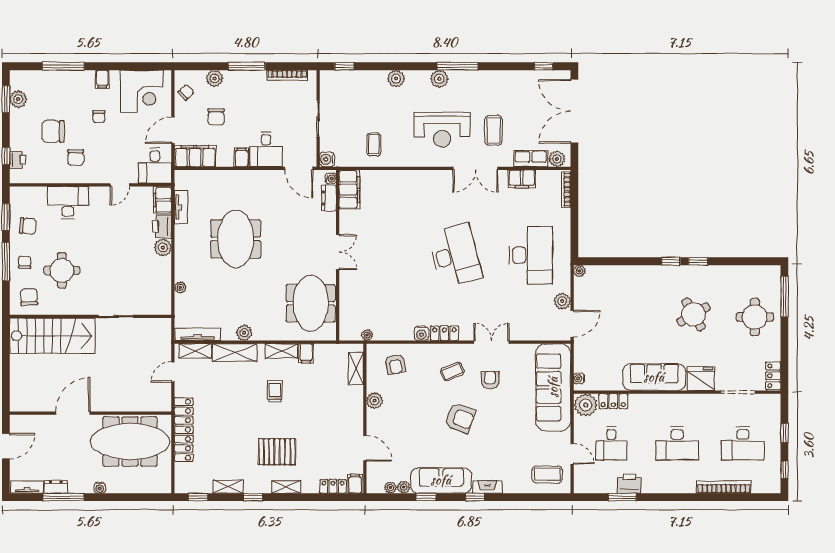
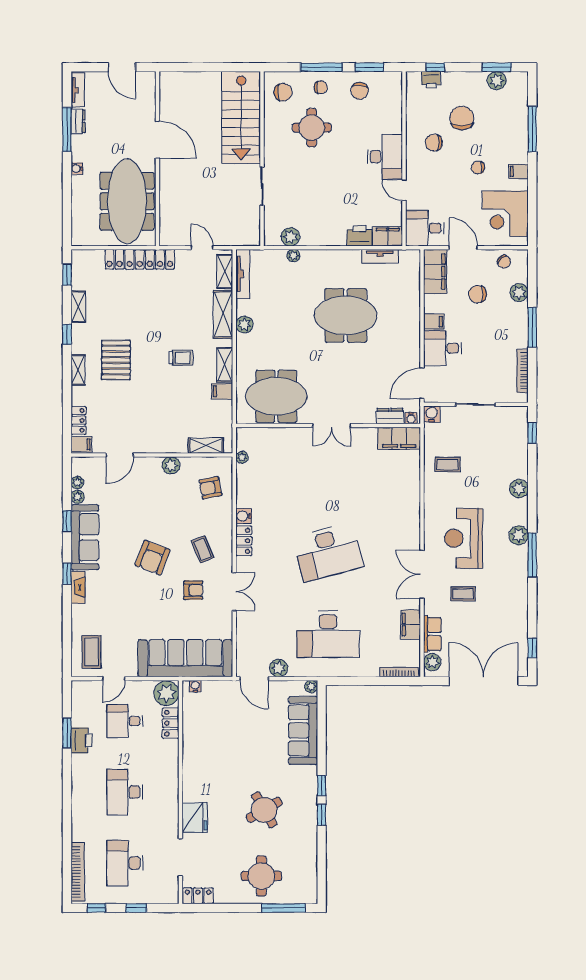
coffee table: (493, 130) -> (463, 594), width x0.73, depth x0.77
desk: (68, 203) -> (385, 157), moved
plant: (163, 247) -> (290, 237), moved
sofa: (654, 377) -> (303, 730), moved, turned 180
bookcase: (724, 487) -> (78, 872), moved

